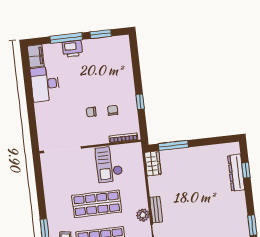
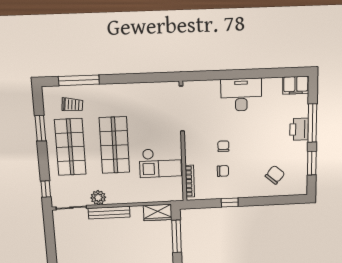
chair: (113, 65) -> (275, 175), added
desk: (45, 84) -> (241, 95), moved
checkout: (109, 164) -> (160, 163), turned 180
bench: (156, 210) -> (109, 213), width x1.36

